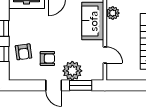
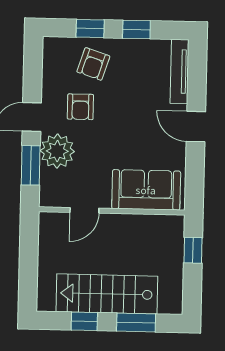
plant: (113, 13) -> (160, 226), removed
armchair: (23, 52) -> (93, 64), turned -64

